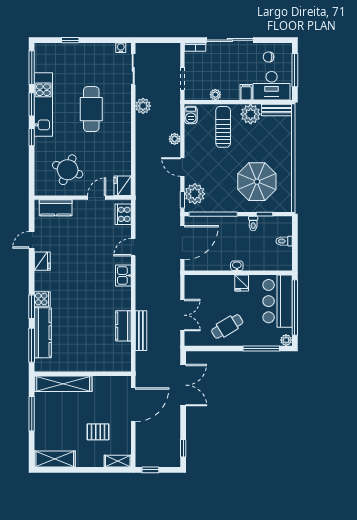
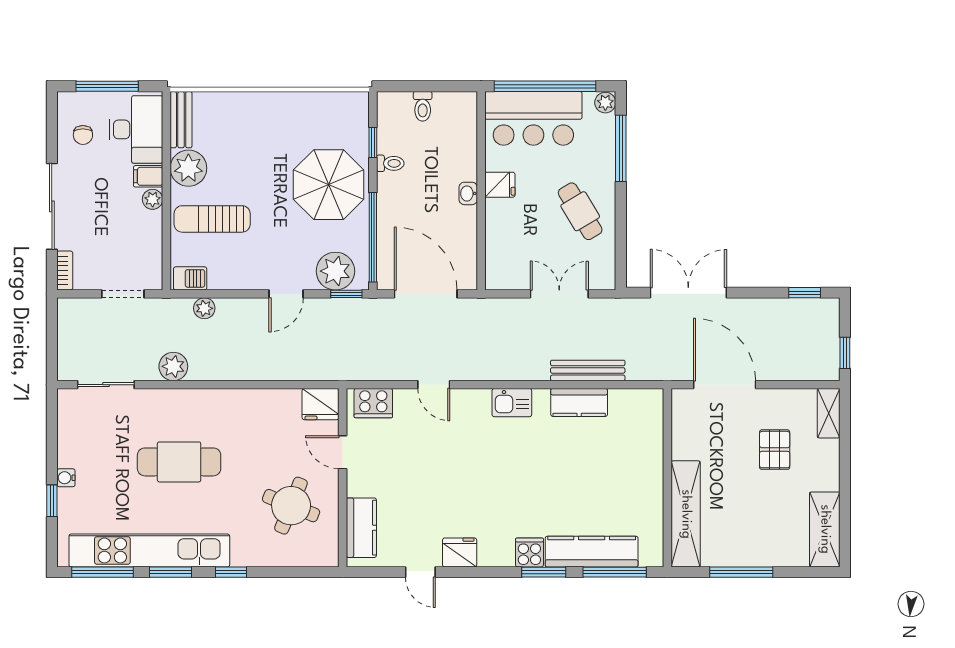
water cooler: (121, 48) -> (66, 478), moved
plant: (215, 95) -> (153, 199), moved
kitchen unit: (43, 104) -> (149, 550), width x1.36
plant: (175, 139) -> (204, 308), moved
parasol: (257, 182) -> (329, 185), moved
kitchen sink: (123, 275) -> (512, 403), moved

